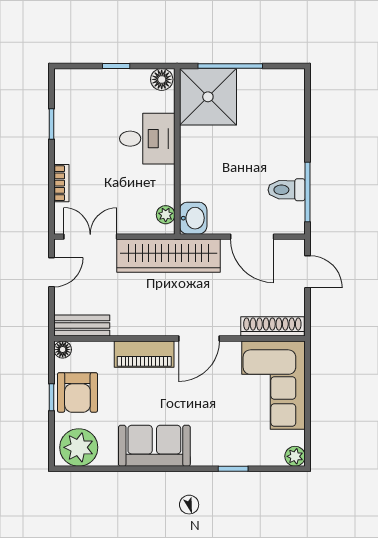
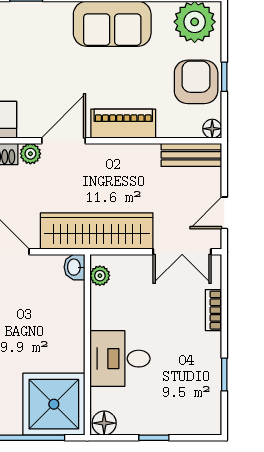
washbasin: (193, 218) -> (74, 267), width x0.72, depth x0.69
plant: (229, 327) -> (30, 154), added

